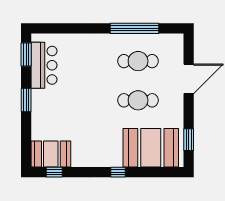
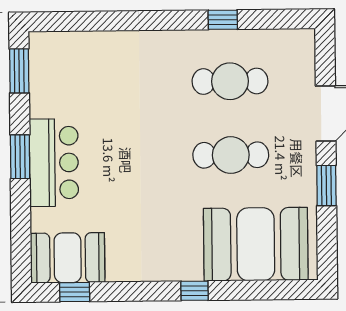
window: (135, 28) -> (223, 20), width x0.32
bar counter: (44, 65) -> (54, 163), moved
window: (189, 140) -> (326, 186), moved

